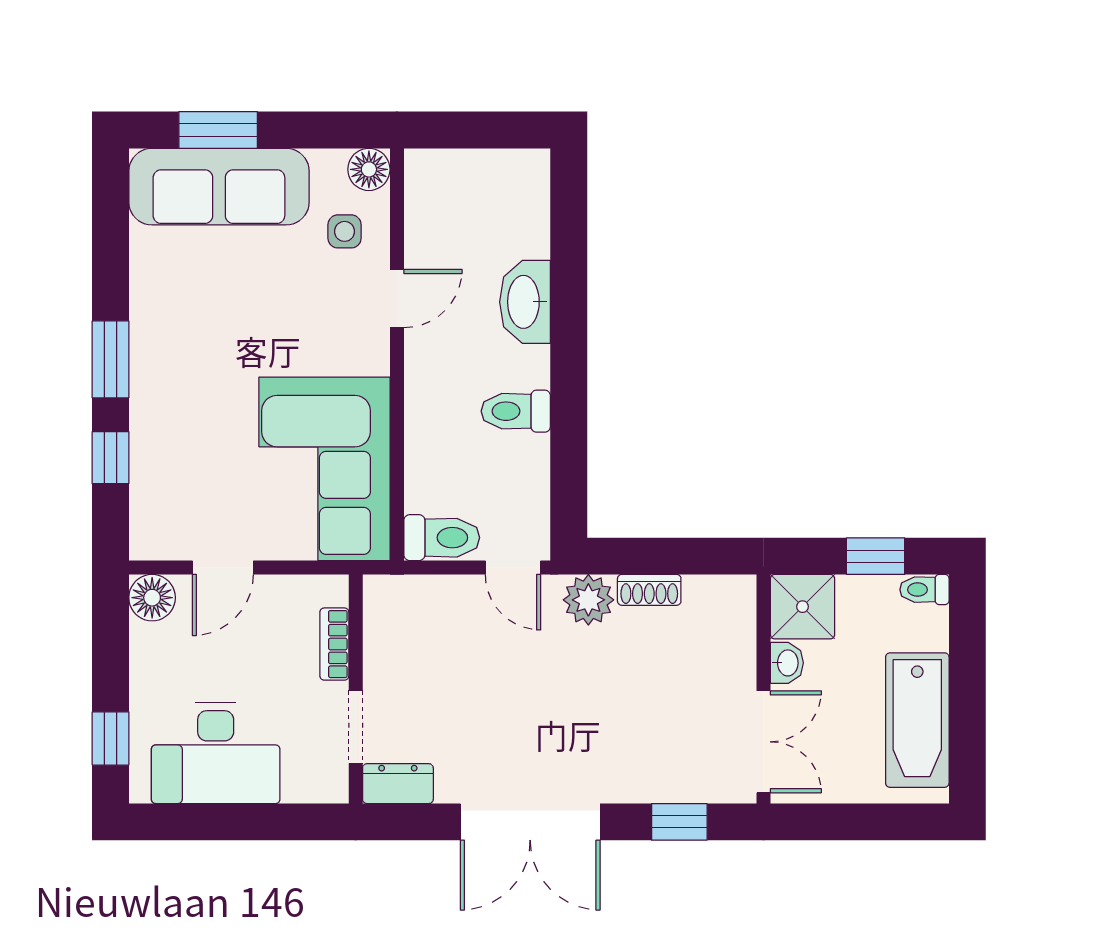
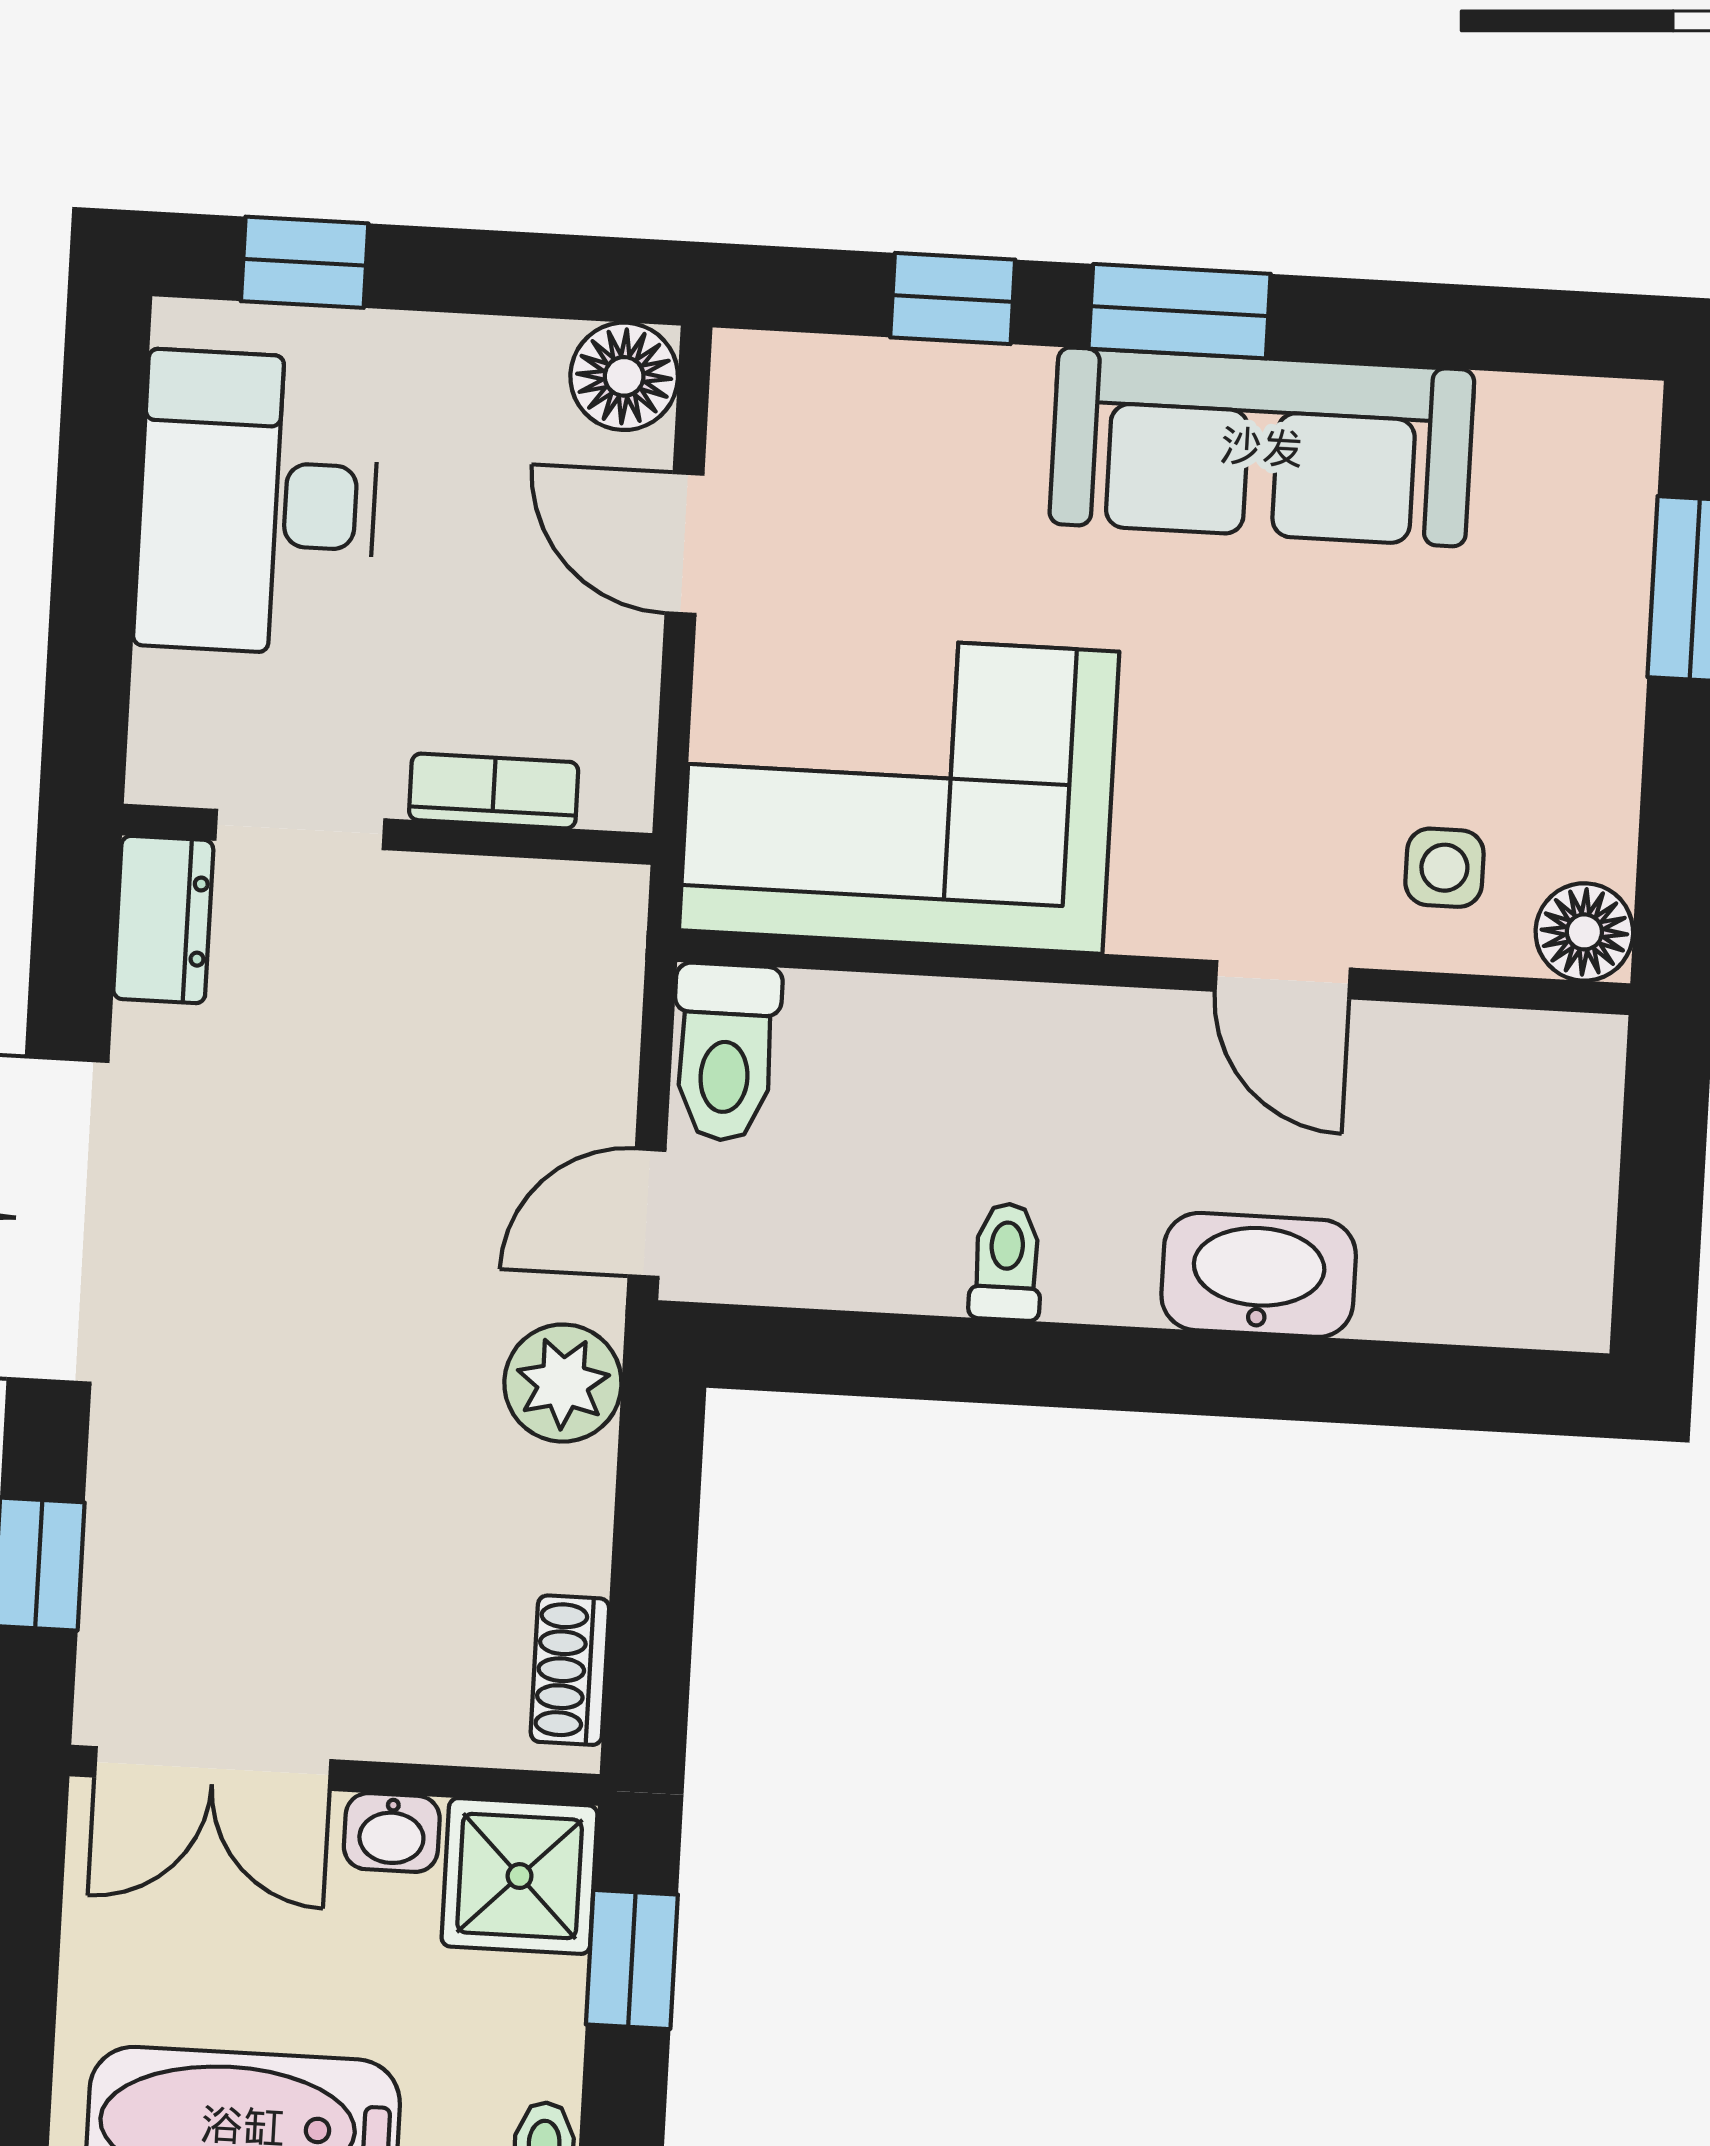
sofa: (219, 187) -> (1262, 447), moved, turned -90
toilet: (516, 411) -> (1006, 1262), width x0.73, depth x0.72
window: (876, 556) -> (632, 1960), moved
shoe rack: (649, 590) -> (570, 1670), moved

